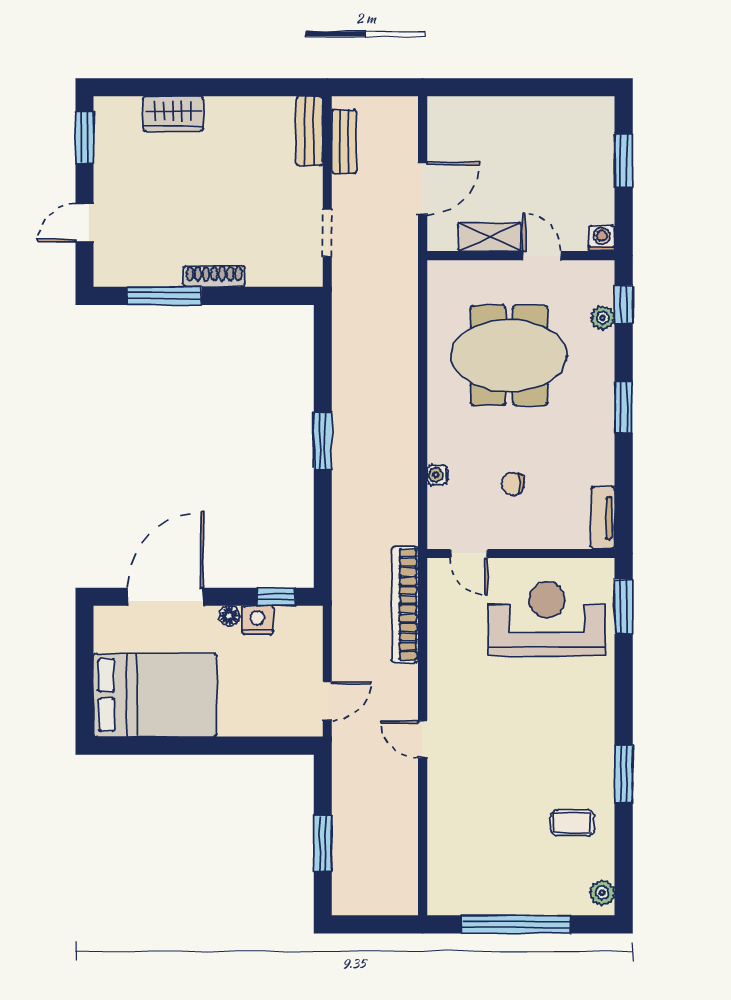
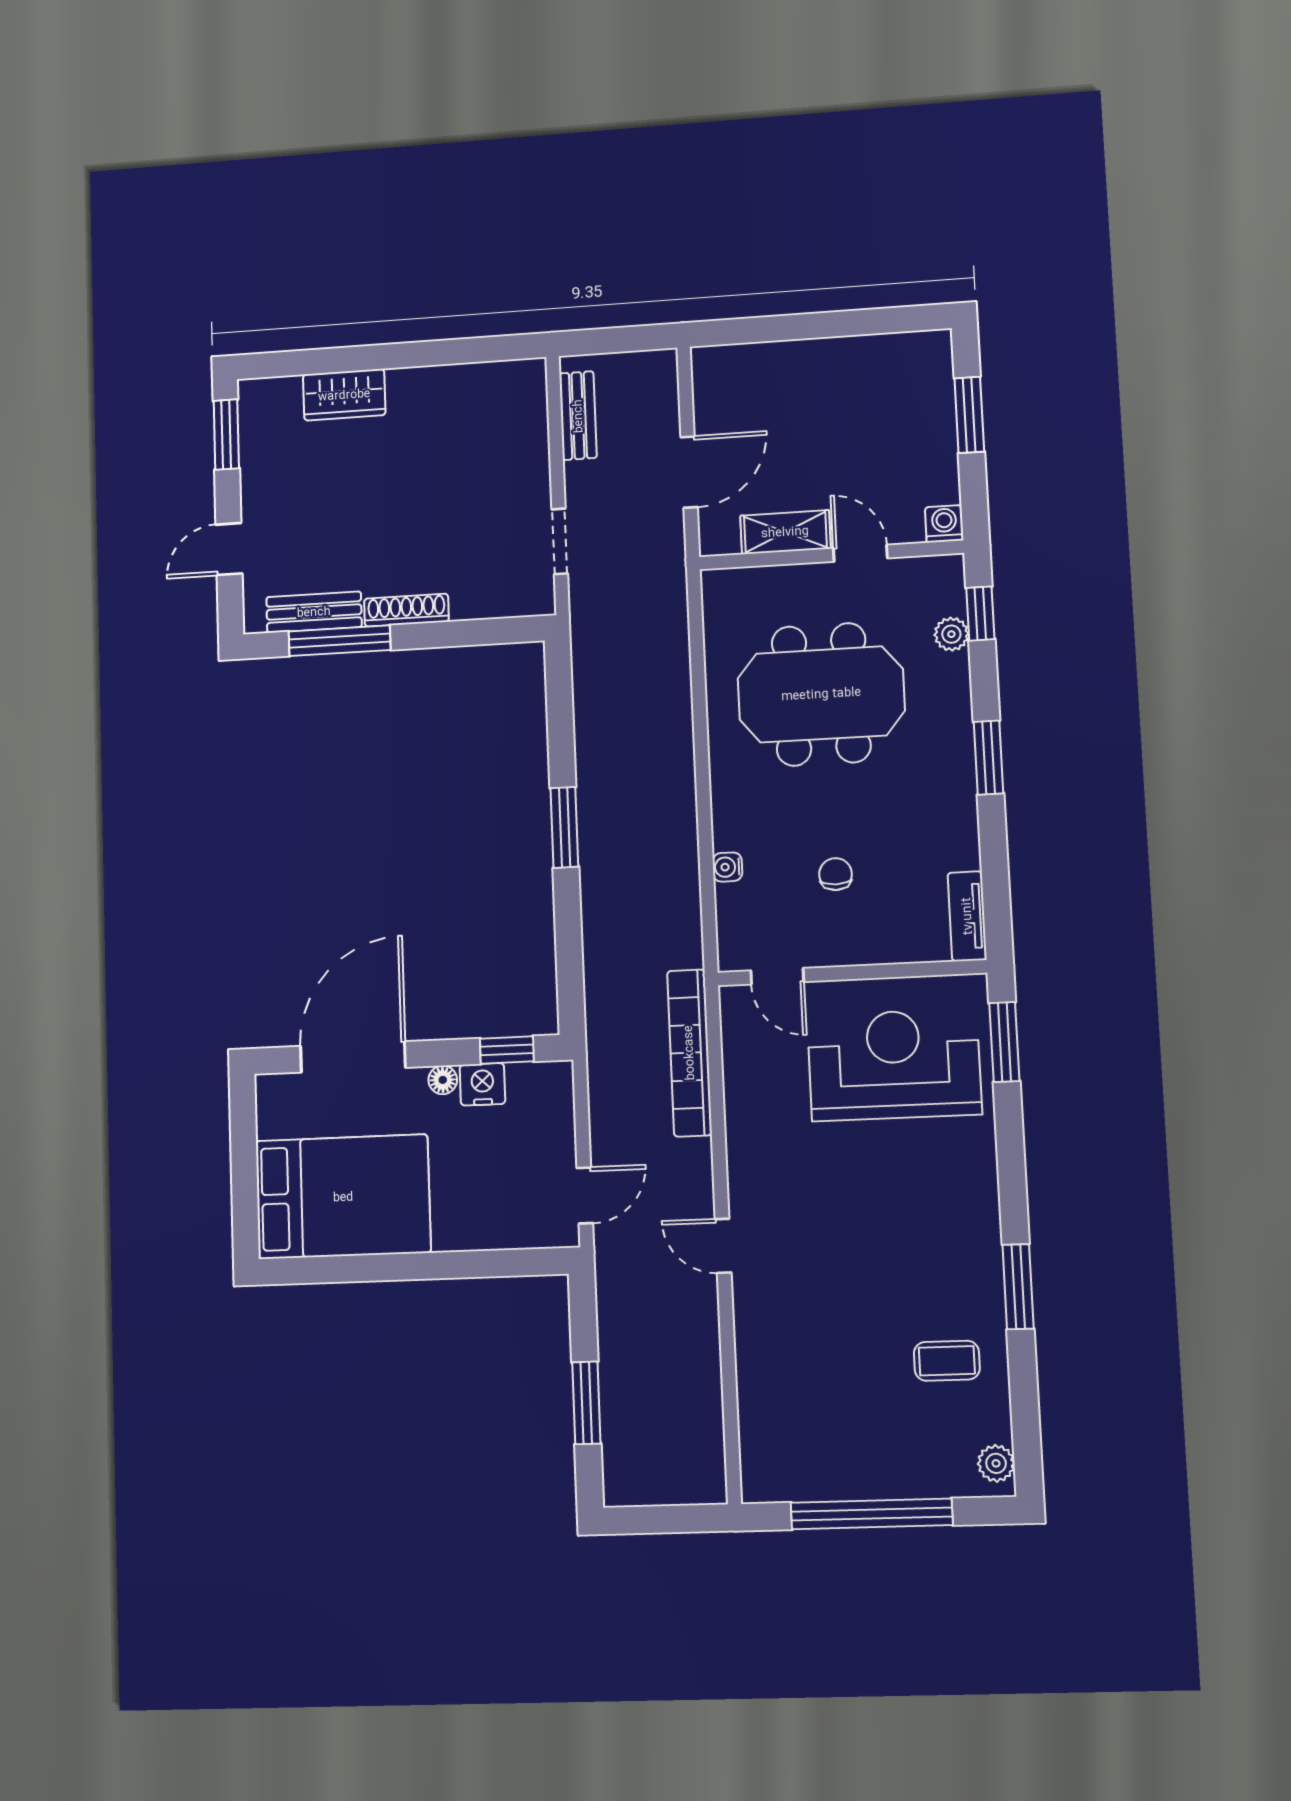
bench: (309, 131) -> (314, 612), moved, turned 90
chair: (513, 484) -> (836, 874), turned 90

